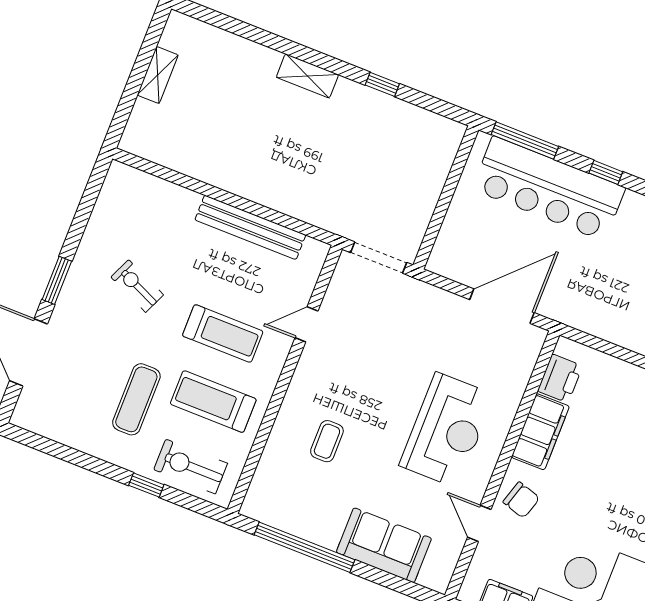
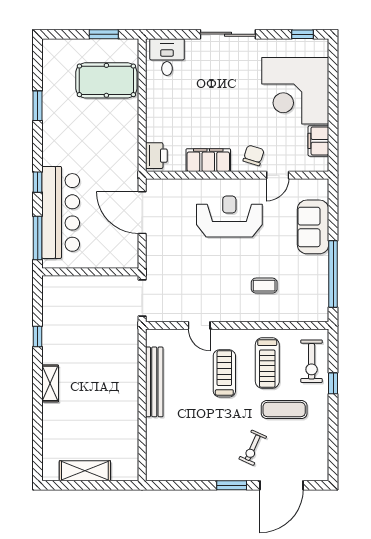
shelving: (158, 75) -> (85, 471), width x1.50, depth x1.33
exercise bike: (137, 286) -> (253, 448), moved
printer: (560, 378) -> (156, 156), moved, turned 90

